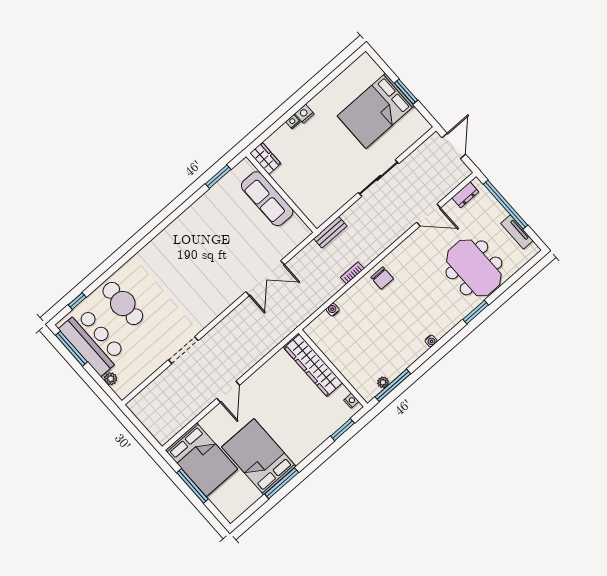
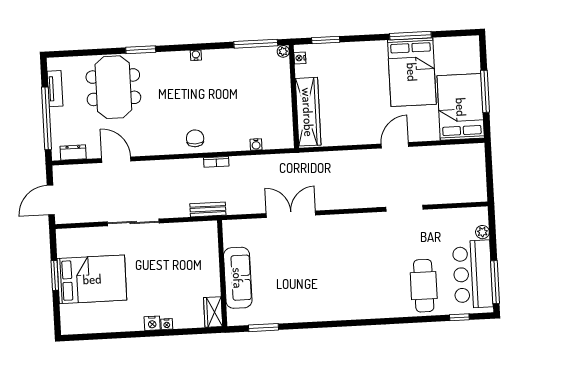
plant: (383, 382) -> (283, 51), moved

